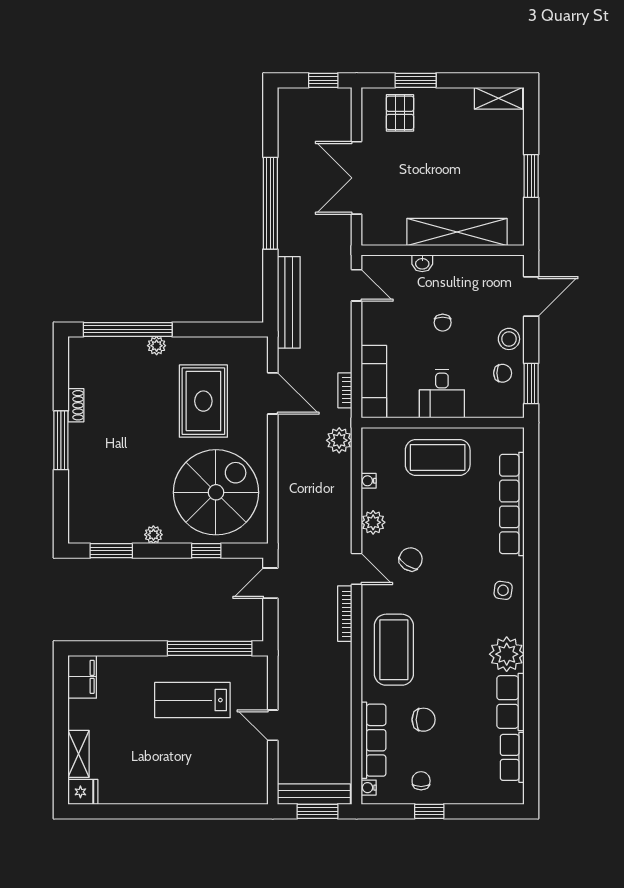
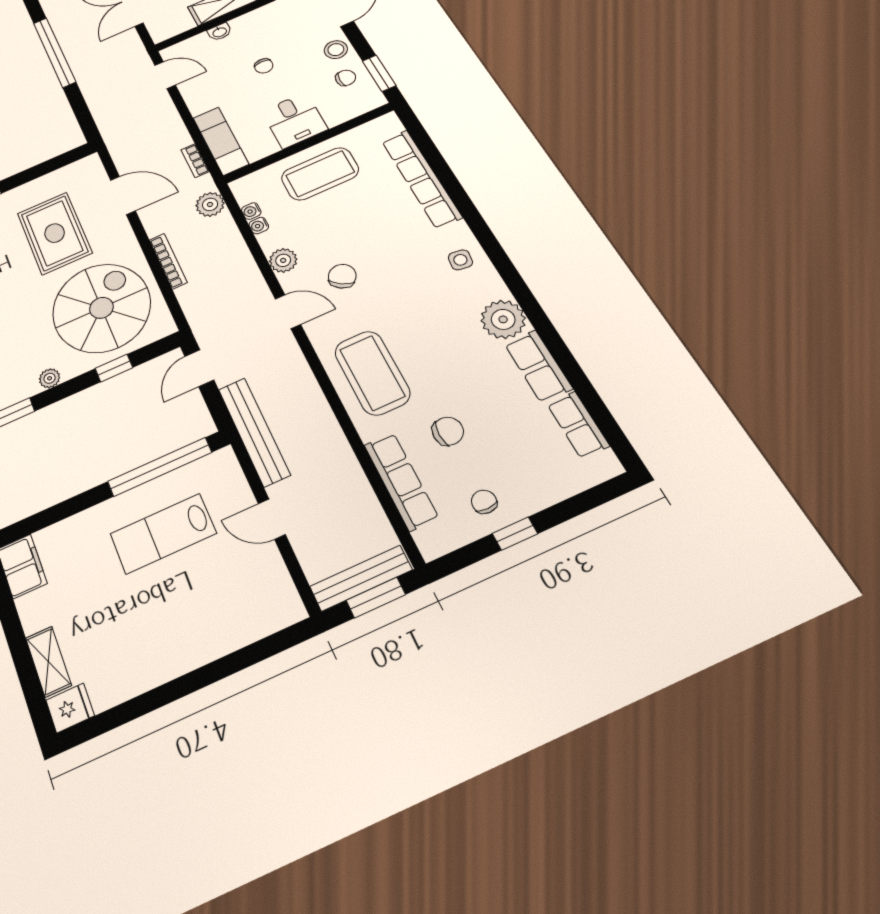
bench: (289, 302) -> (254, 432), moved
bookcase: (345, 614) -> (168, 261), moved, turned 180
water cooler: (369, 788) -> (251, 211), moved

